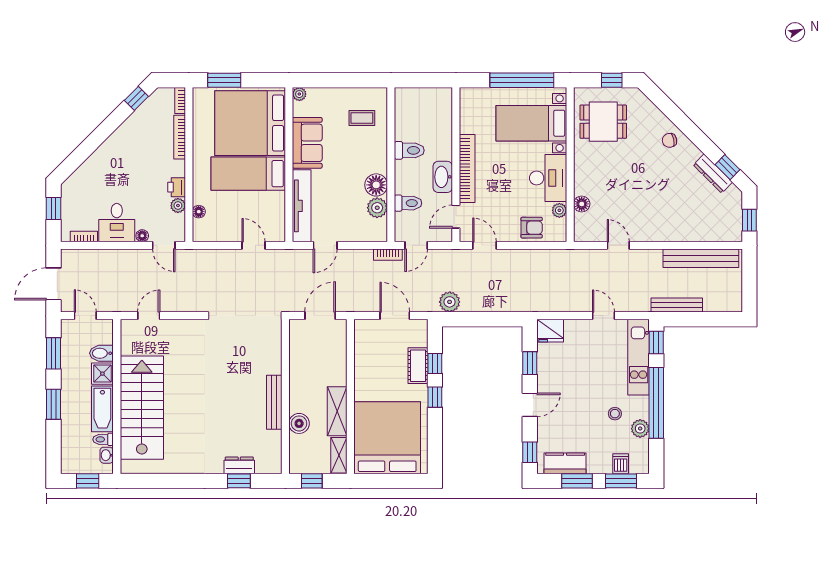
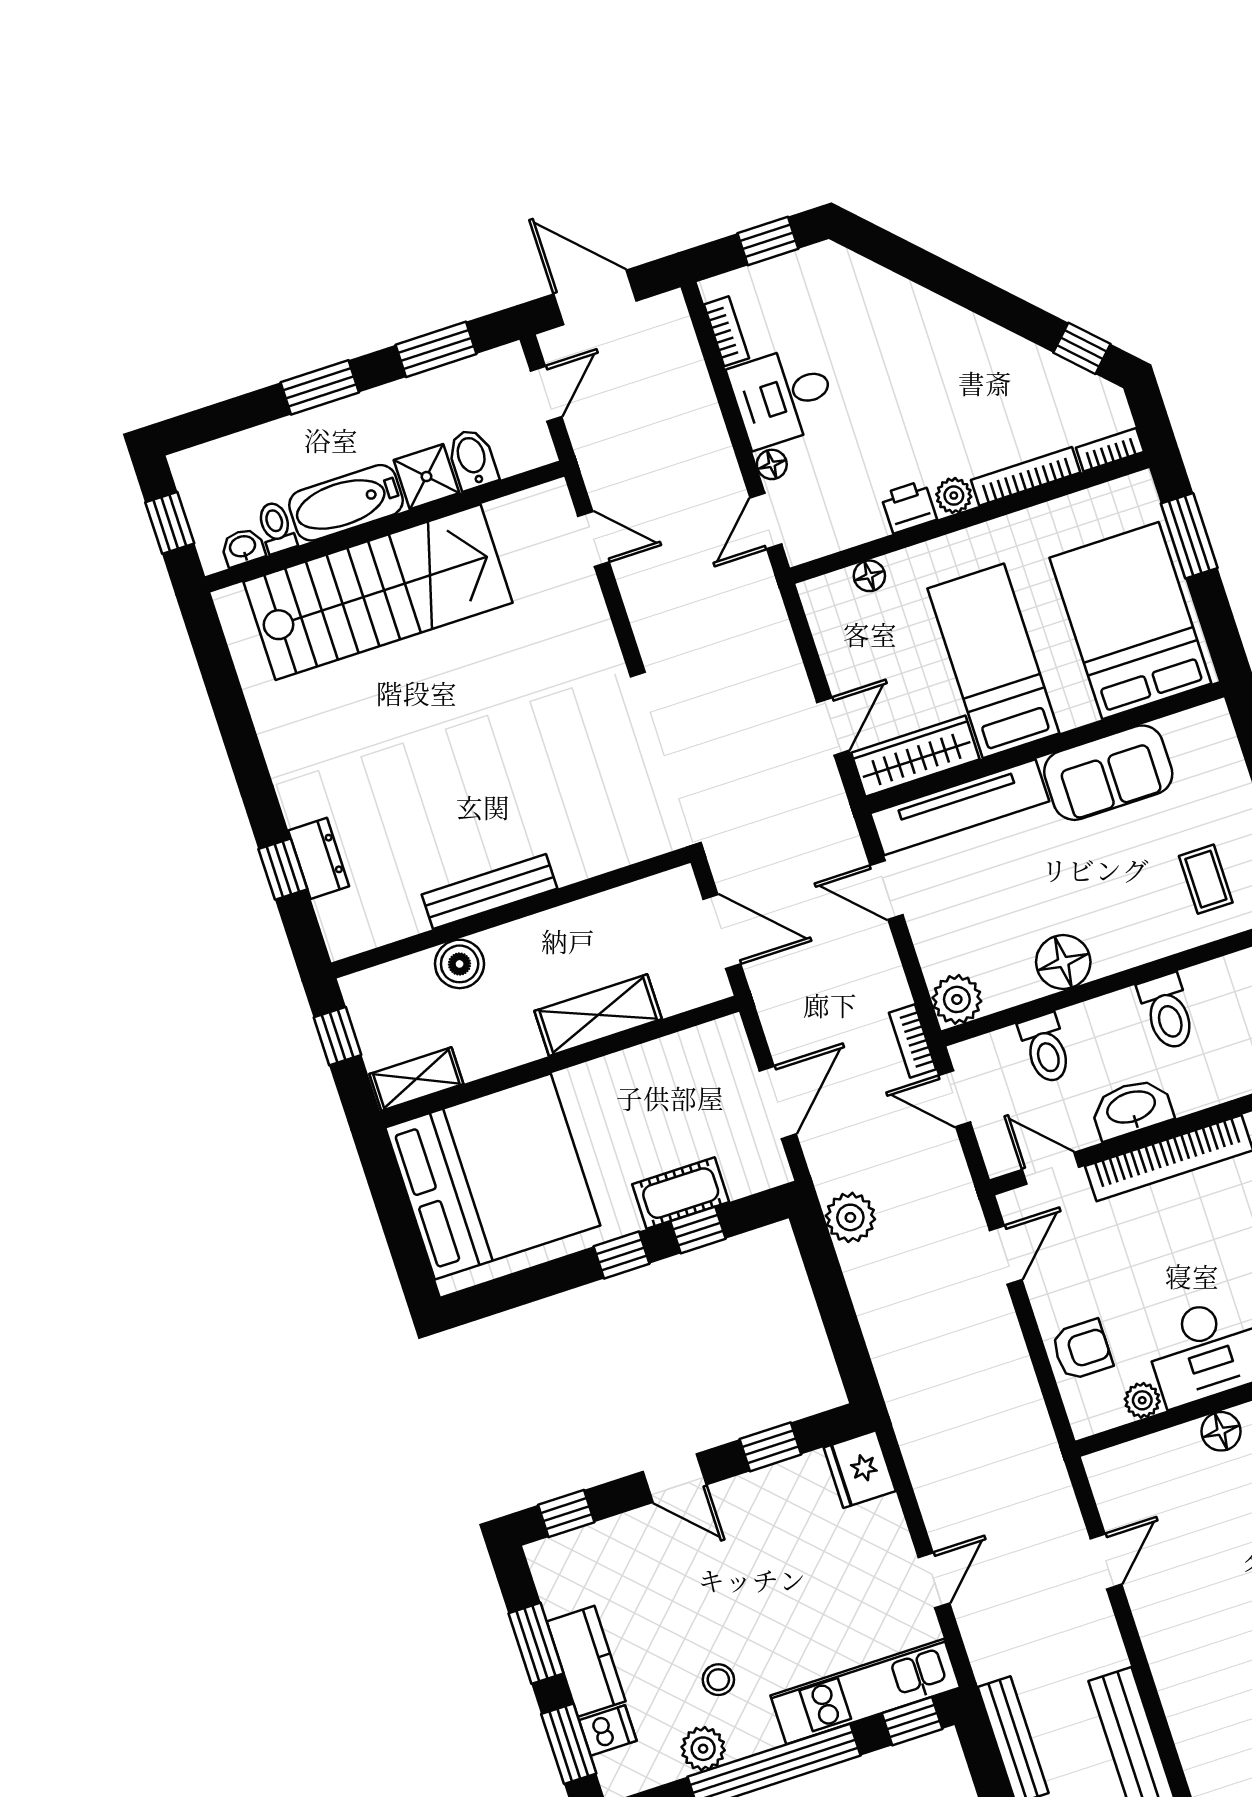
plant: (299, 94) -> (1214, 718), removed
bed: (250, 123) -> (1130, 621), width x0.73
floor lamp: (582, 204) -> (1221, 1431), moved
plant: (178, 206) -> (954, 496), moved
plant: (377, 208) -> (957, 999), moved
wardrobe: (276, 217) -> (915, 756), added
armchair: (532, 228) -> (1082, 1350), turned -90
shelving: (337, 411) -> (598, 1015), moved
kitchen counter: (565, 463) -> (586, 1661), moved

